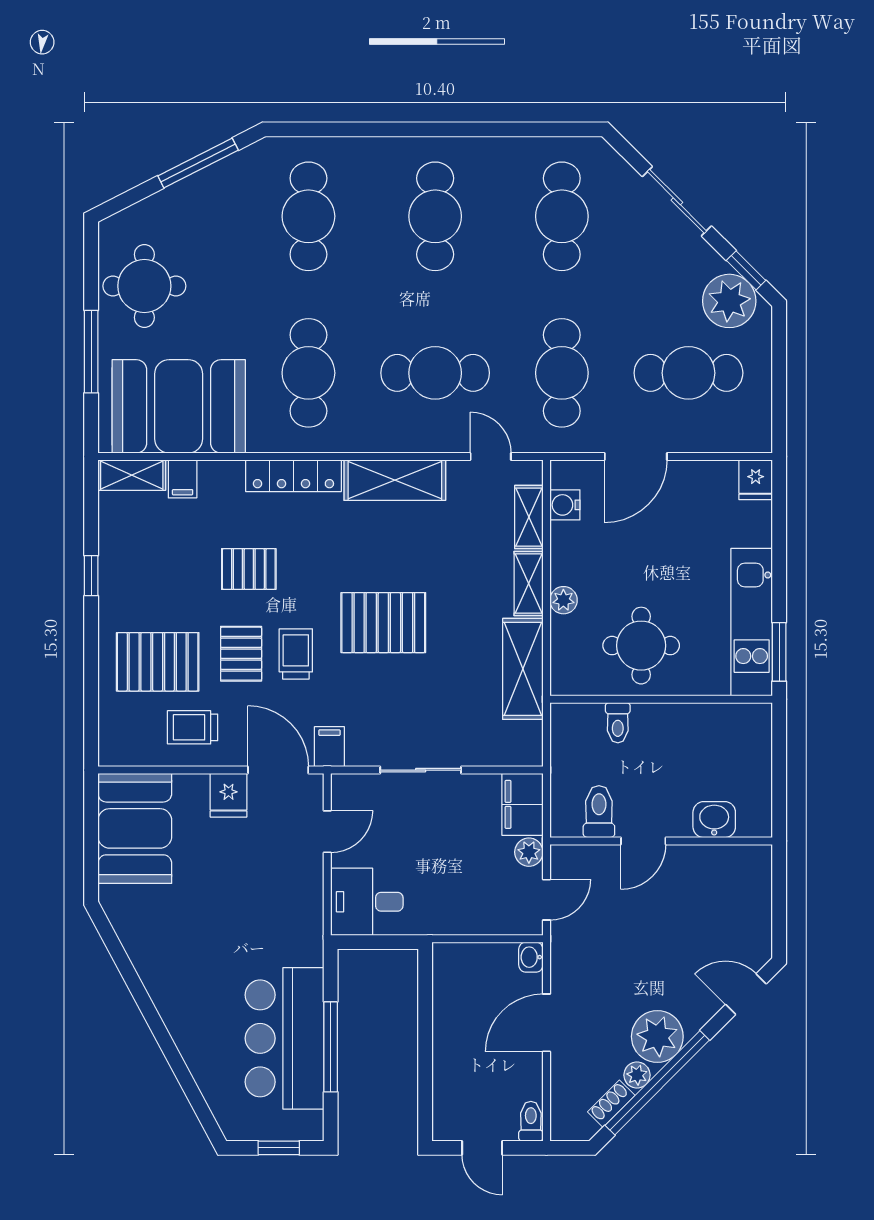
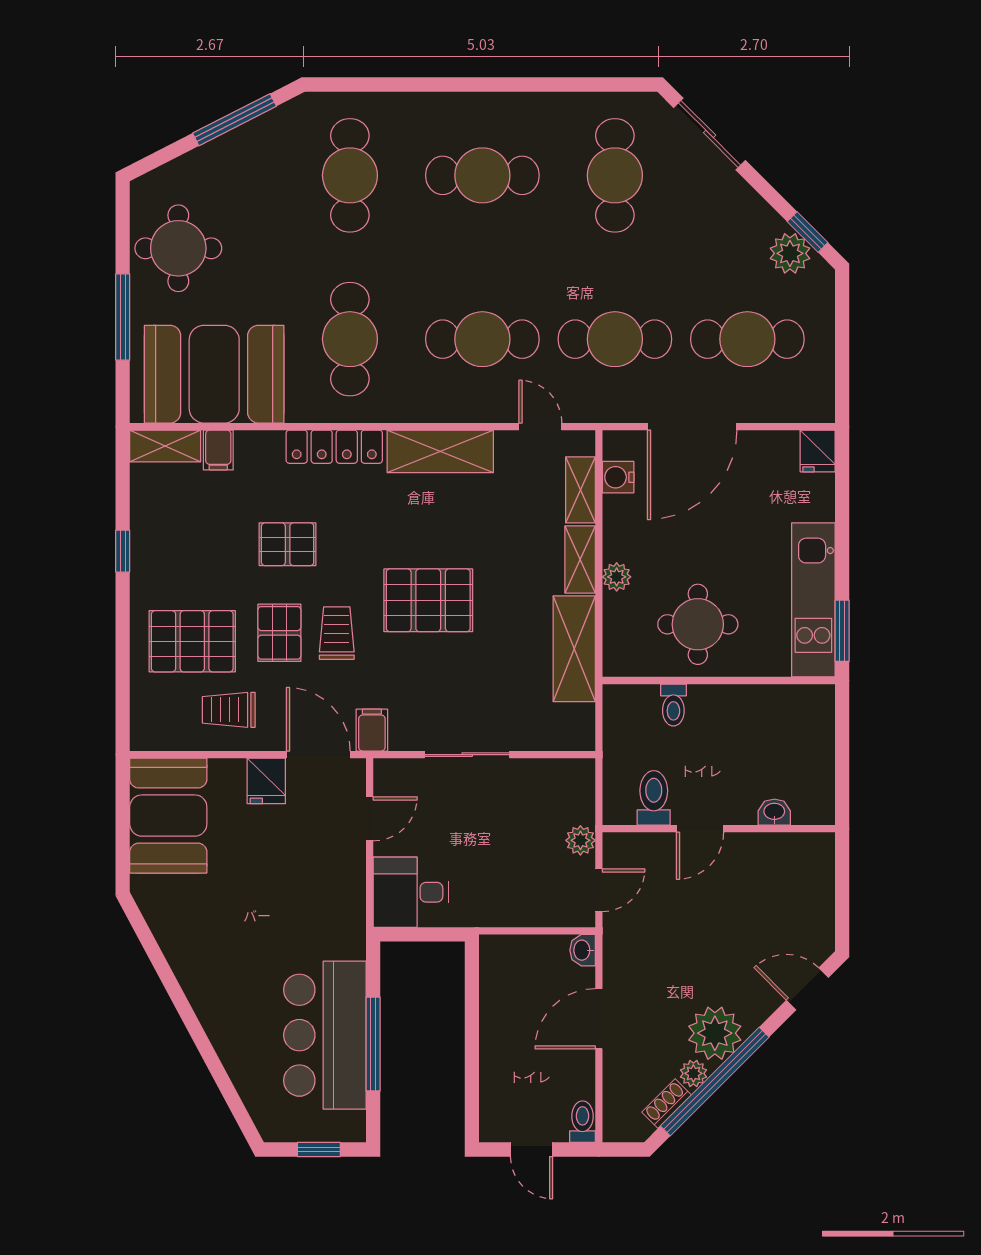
sliding door: (677, 201) -> (710, 134), moved
cafe table: (435, 216) -> (482, 175), turned 90
plant: (729, 301) -> (790, 253), width x0.73, depth x0.73
cafe table: (562, 373) -> (615, 339), turned 90
door: (636, 456) -> (692, 427), width x1.36
filing cabinet: (522, 804) -> (574, 790), removed
washbasin: (714, 820) -> (774, 812), width x0.72, depth x0.69

